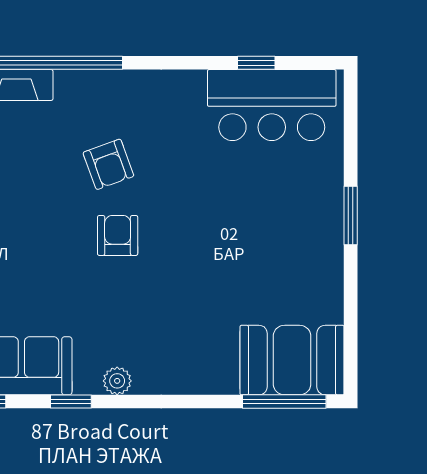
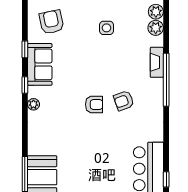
window: (256, 63) -> (166, 179), moved

